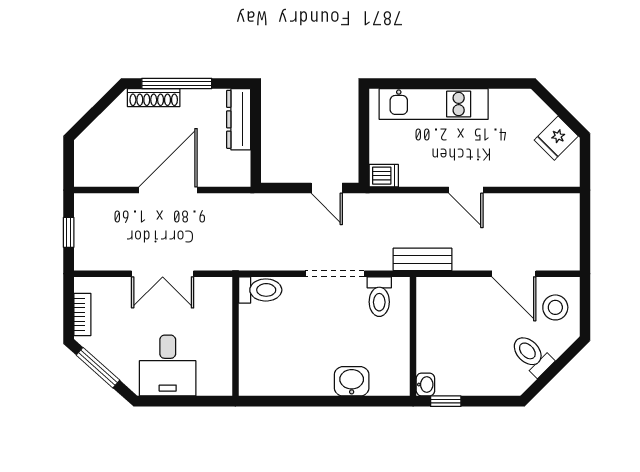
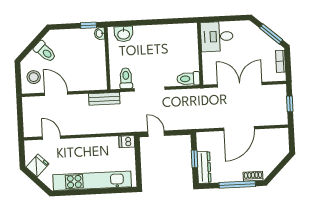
shoe rack: (154, 98) -> (253, 176), width x0.70
kitchen unit: (434, 104) -> (92, 181), width x1.36
window: (256, 137) -> (195, 159), added
door: (466, 190) -> (51, 138), moved
double door: (163, 274) -> (240, 85), width x1.37
desk: (168, 366) -> (217, 37), moved, turned -90
washbasin: (352, 381) -> (124, 34), moved

